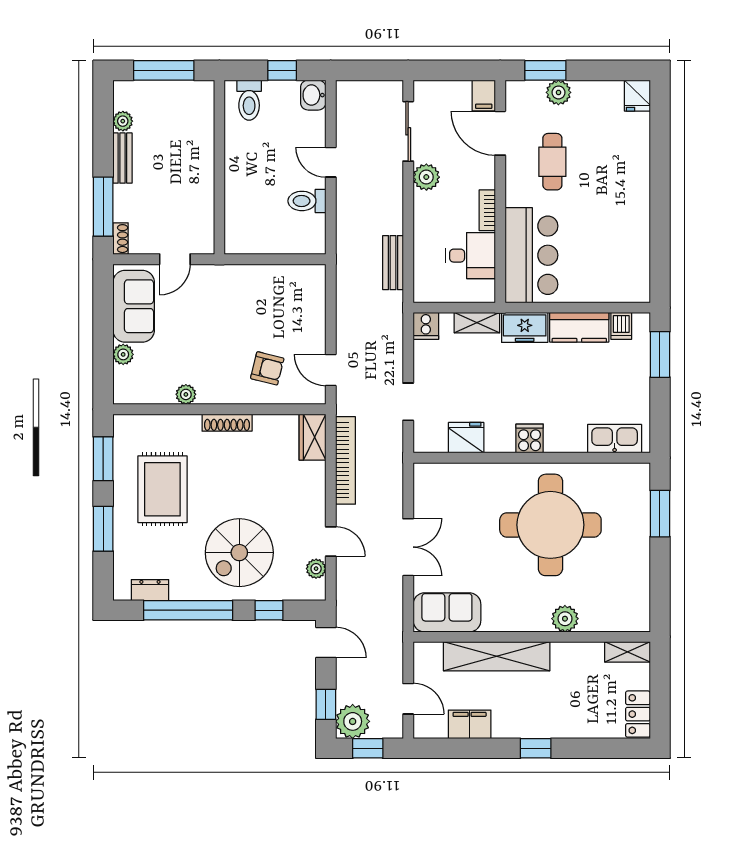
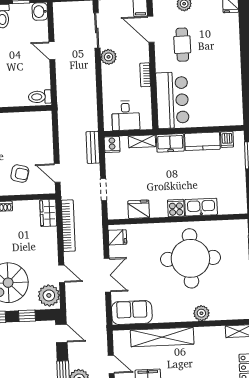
toilet: (307, 201) -> (40, 97), moved
desk: (470, 256) -> (126, 116), moved, turned 90
bench: (393, 263) -> (93, 147), moved
kitchen sink: (615, 439) -> (201, 207), moved
fridge: (428, 484) -> (117, 237), added
plant: (316, 569) -> (49, 295), width x1.88, depth x1.88

